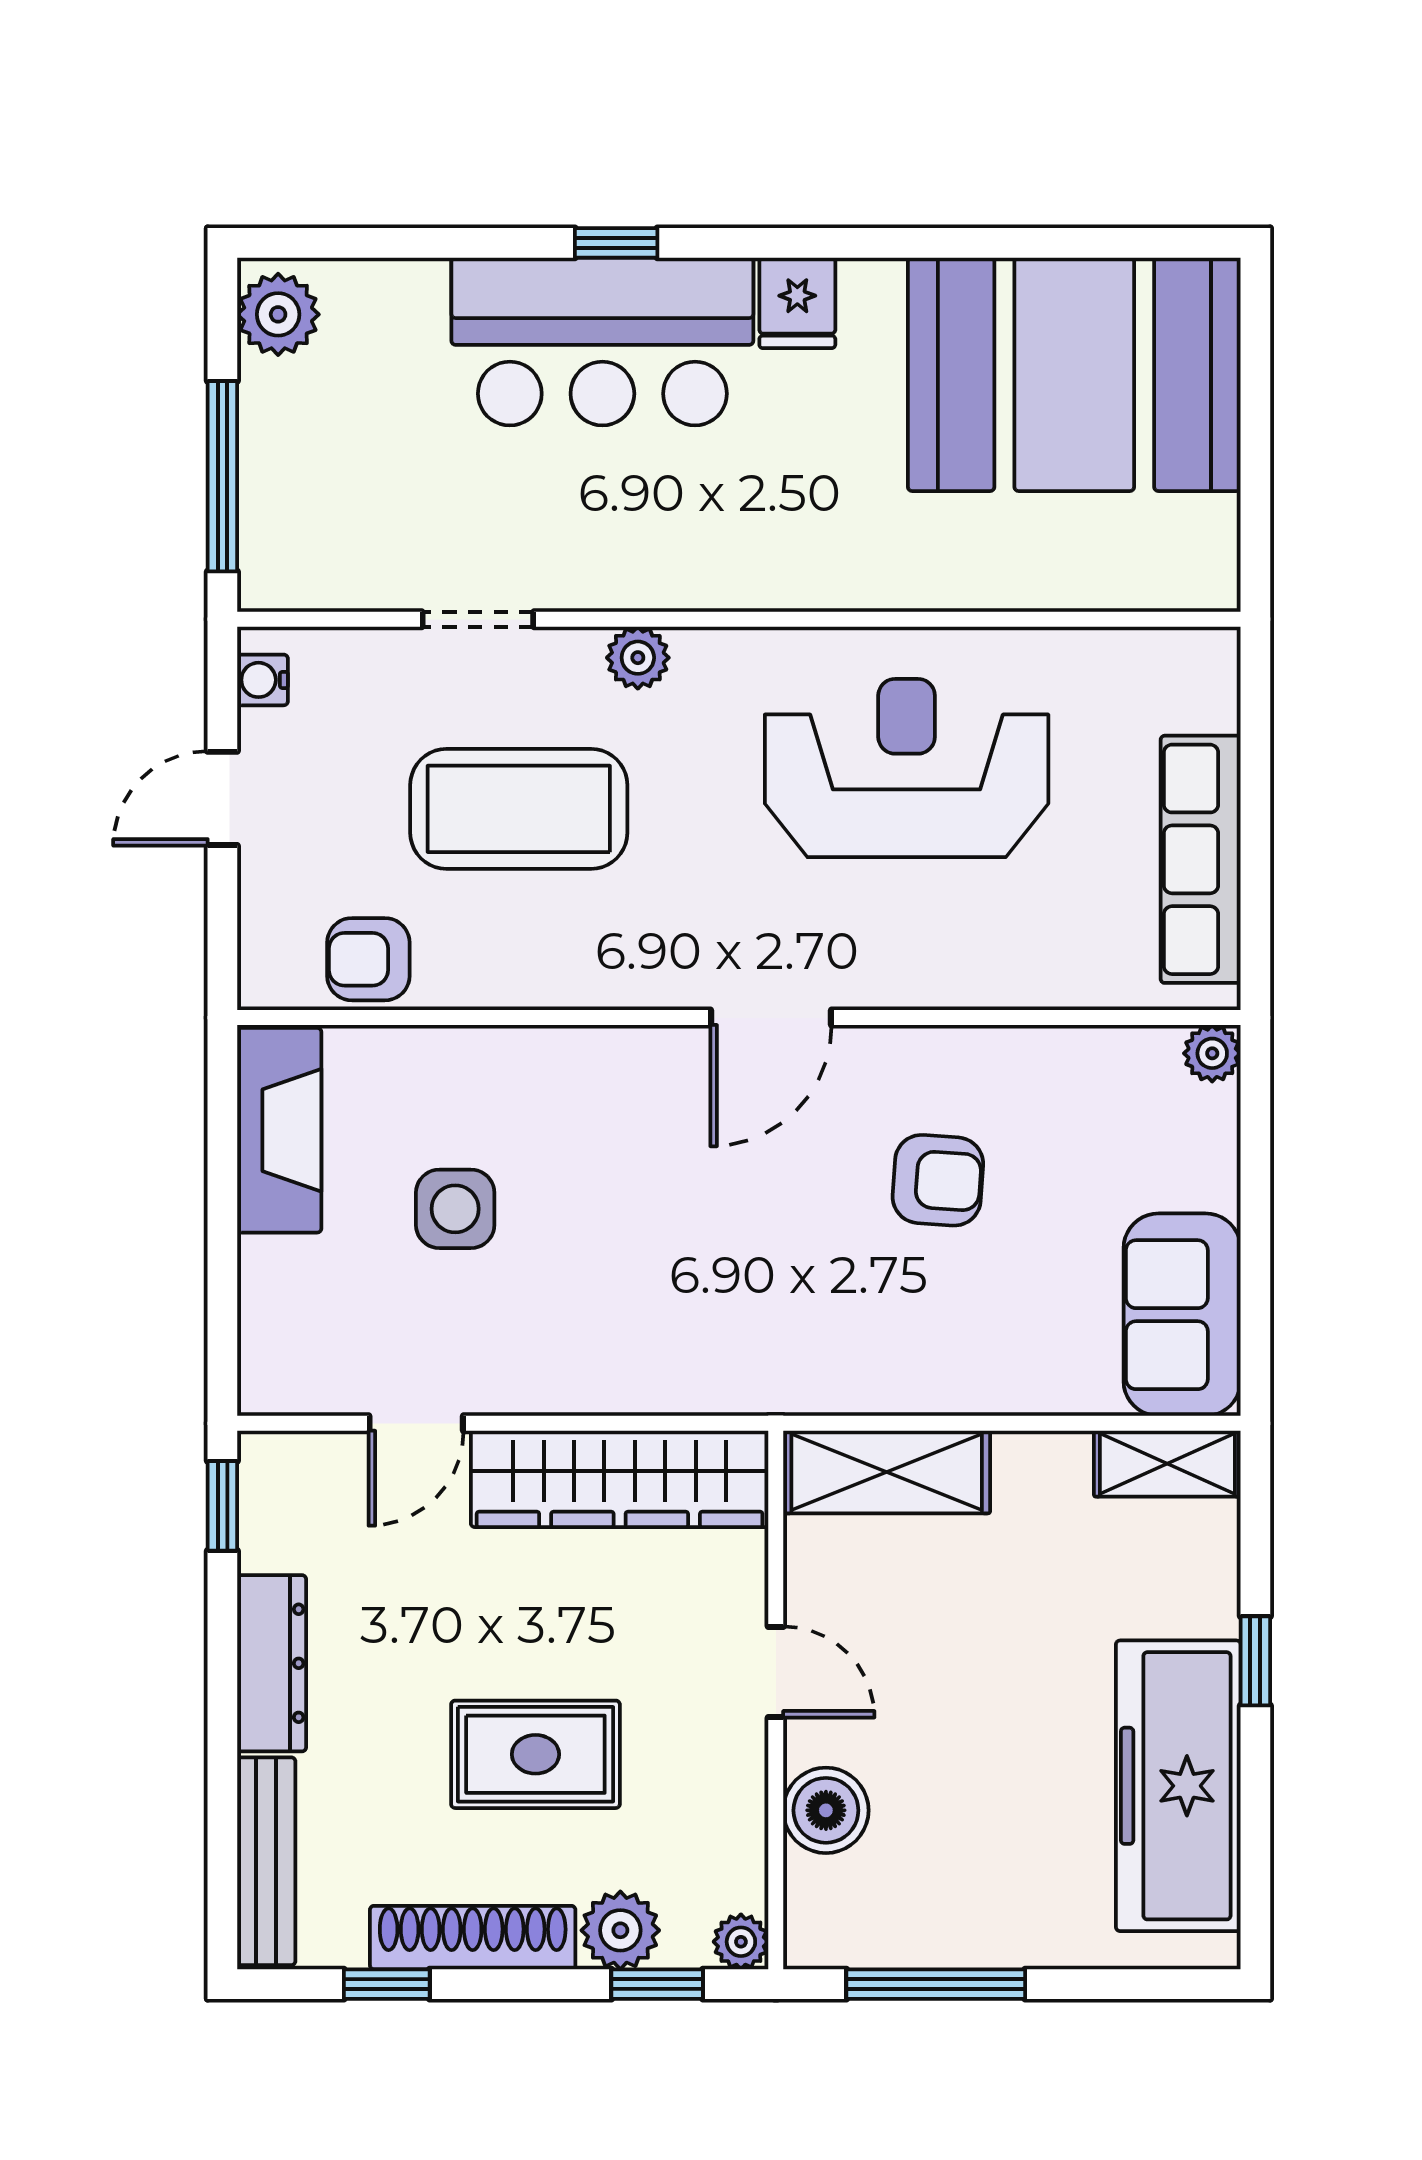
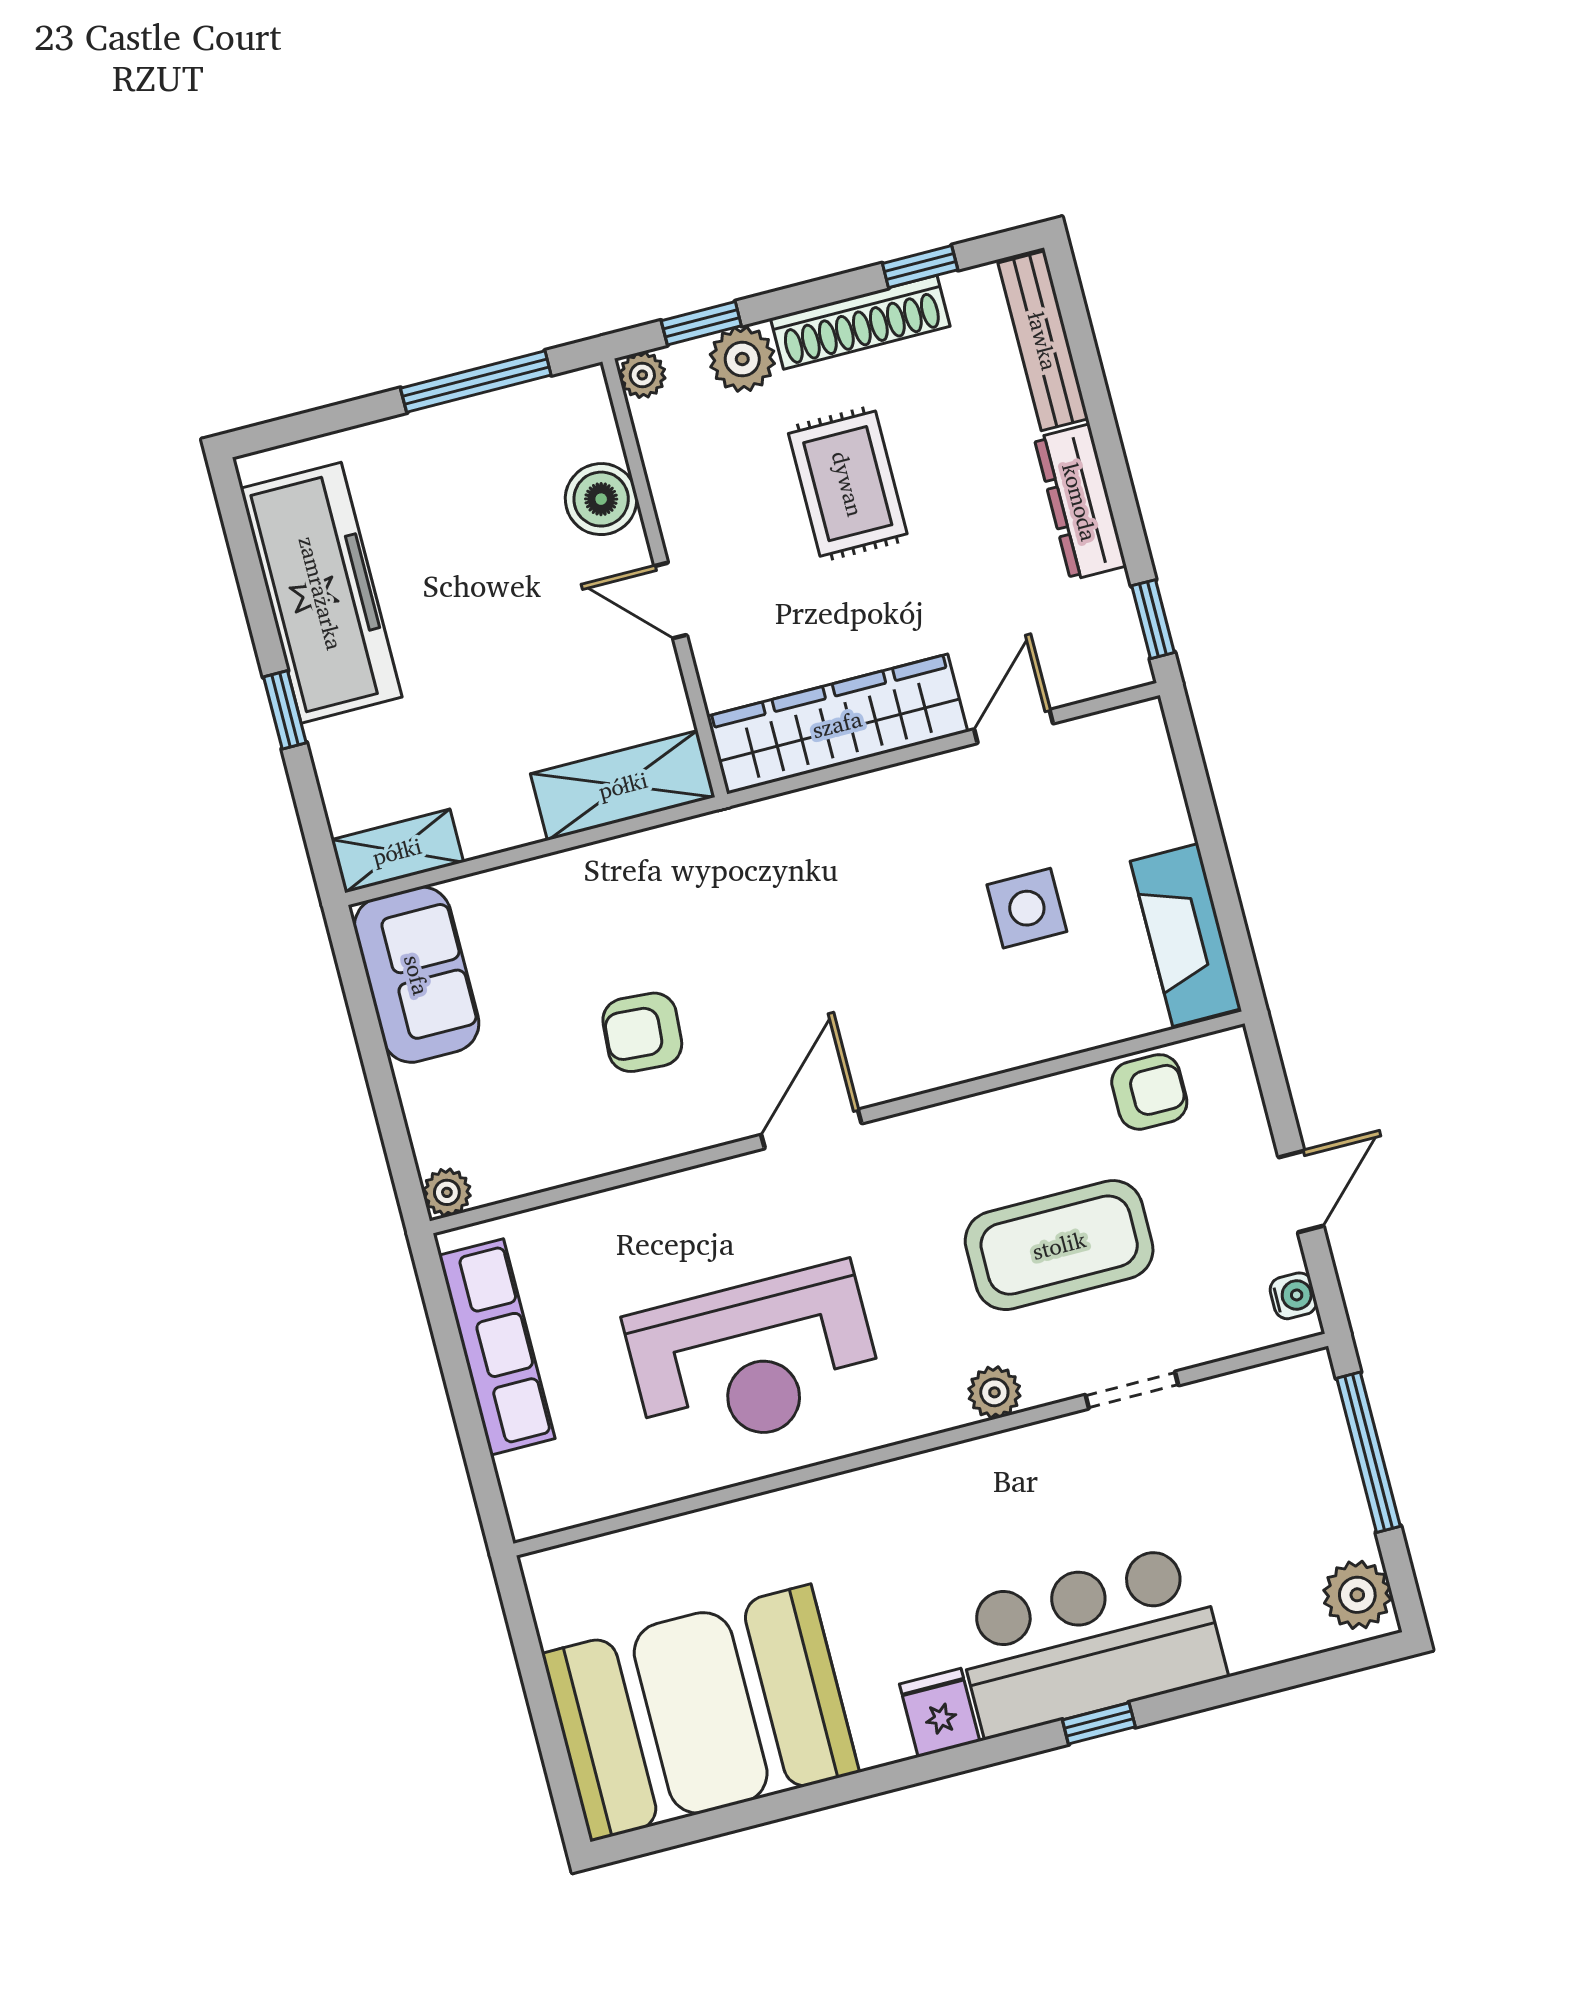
rug: (535, 1754) -> (848, 484), turned 90

